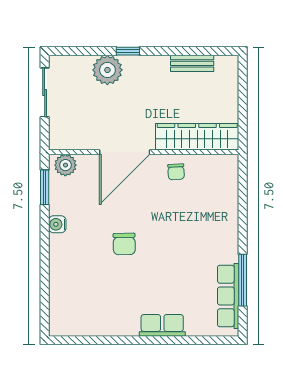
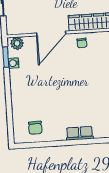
water cooler: (57, 224) -> (14, 63), moved
chair: (124, 244) -> (35, 128), moved

